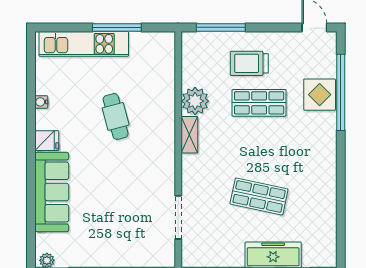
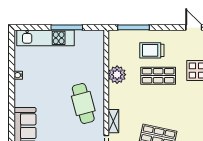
cafe table: (116, 116) -> (83, 103), moved, width x1.37, depth x1.35
shelving: (189, 135) -> (113, 121), moved
fridge: (47, 141) -> (22, 100), removed

